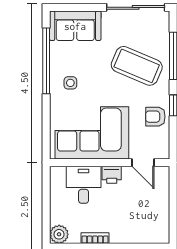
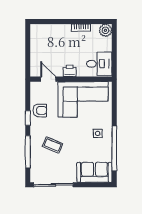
coffee table: (137, 66) -> (53, 145), width x0.54, depth x0.58
desk: (84, 185) -> (99, 64), moved, turned -90

